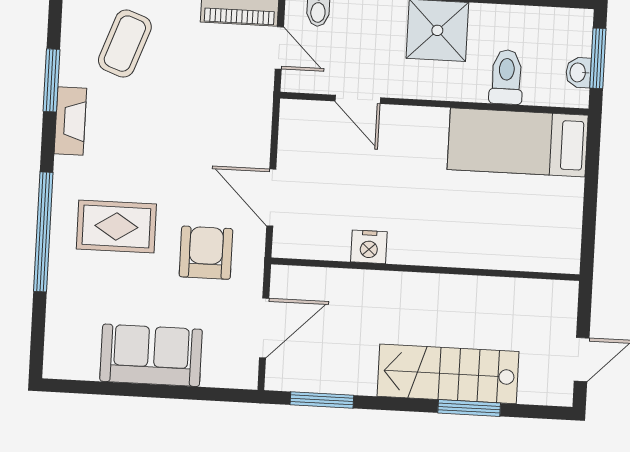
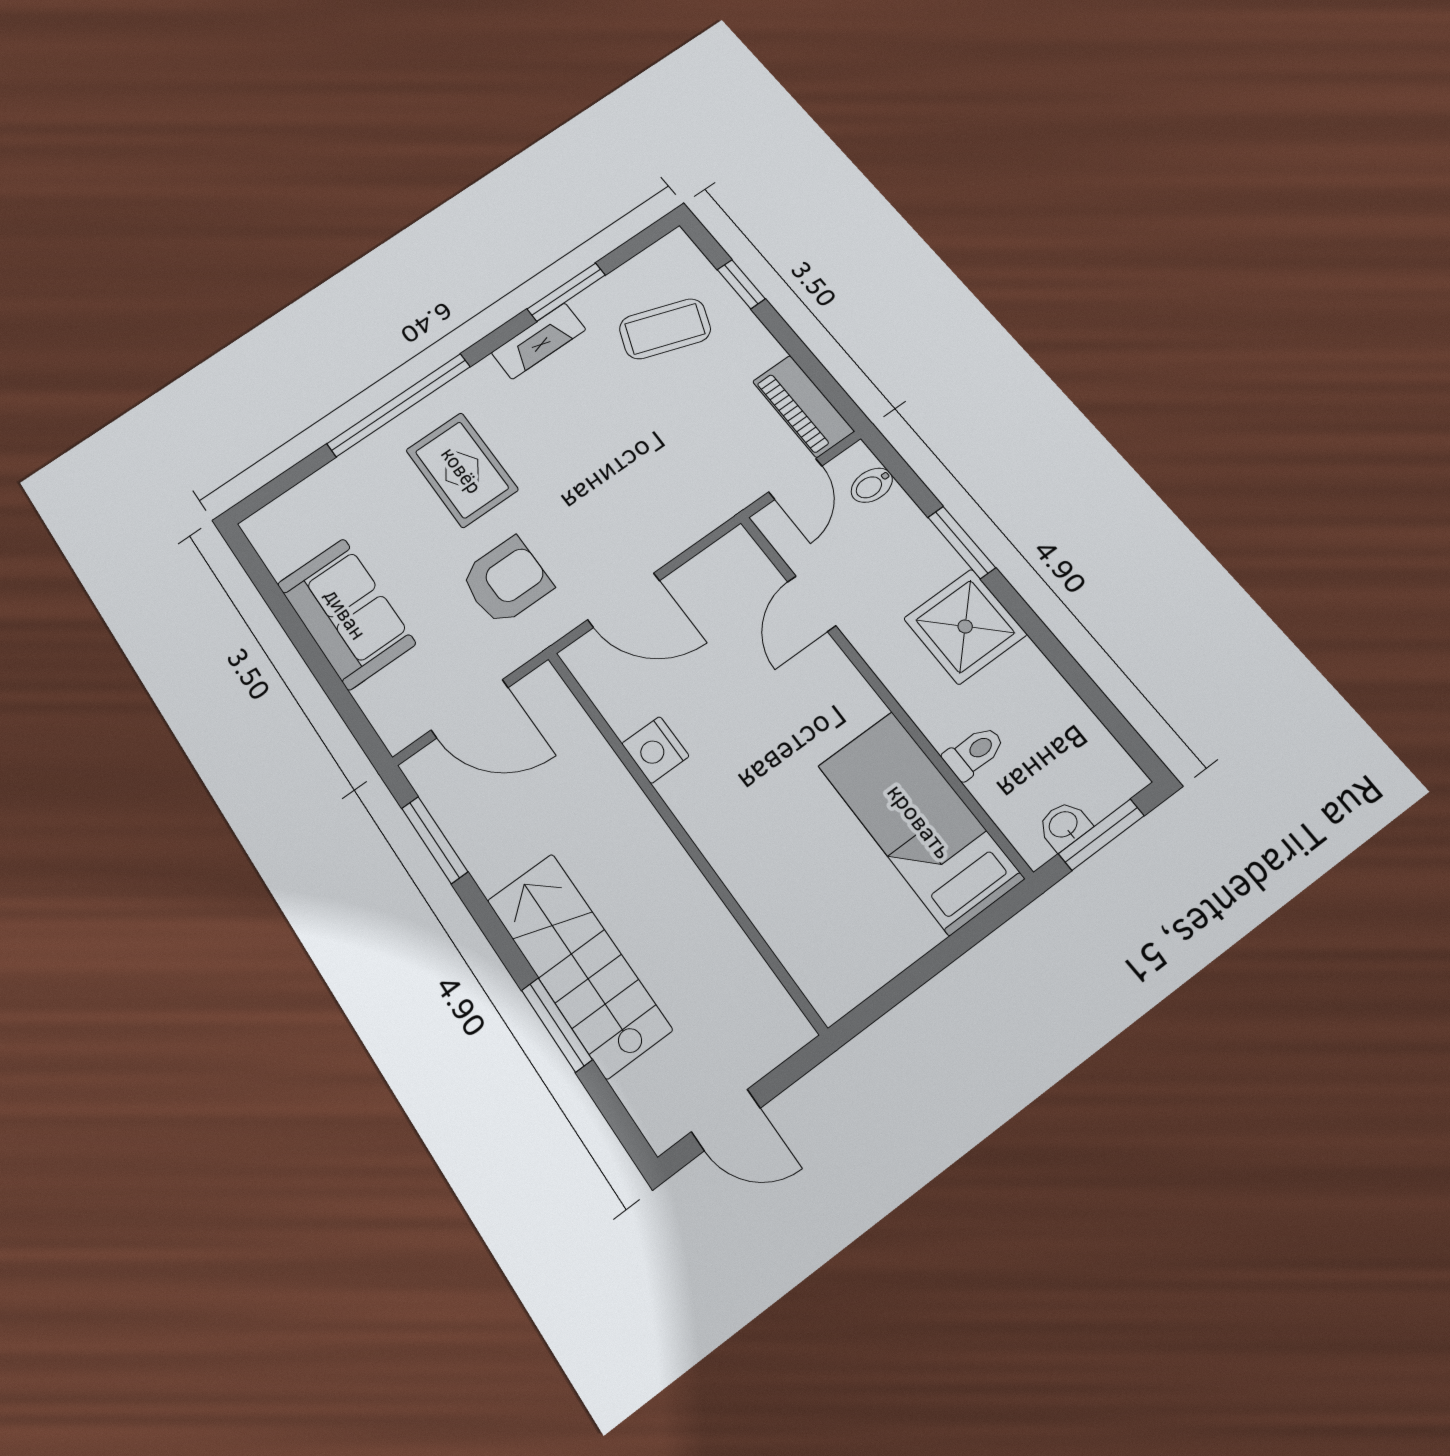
toilet: (506, 77) -> (974, 752), width x0.73, depth x0.72
door: (271, 198) -> (624, 600), swing flipped

